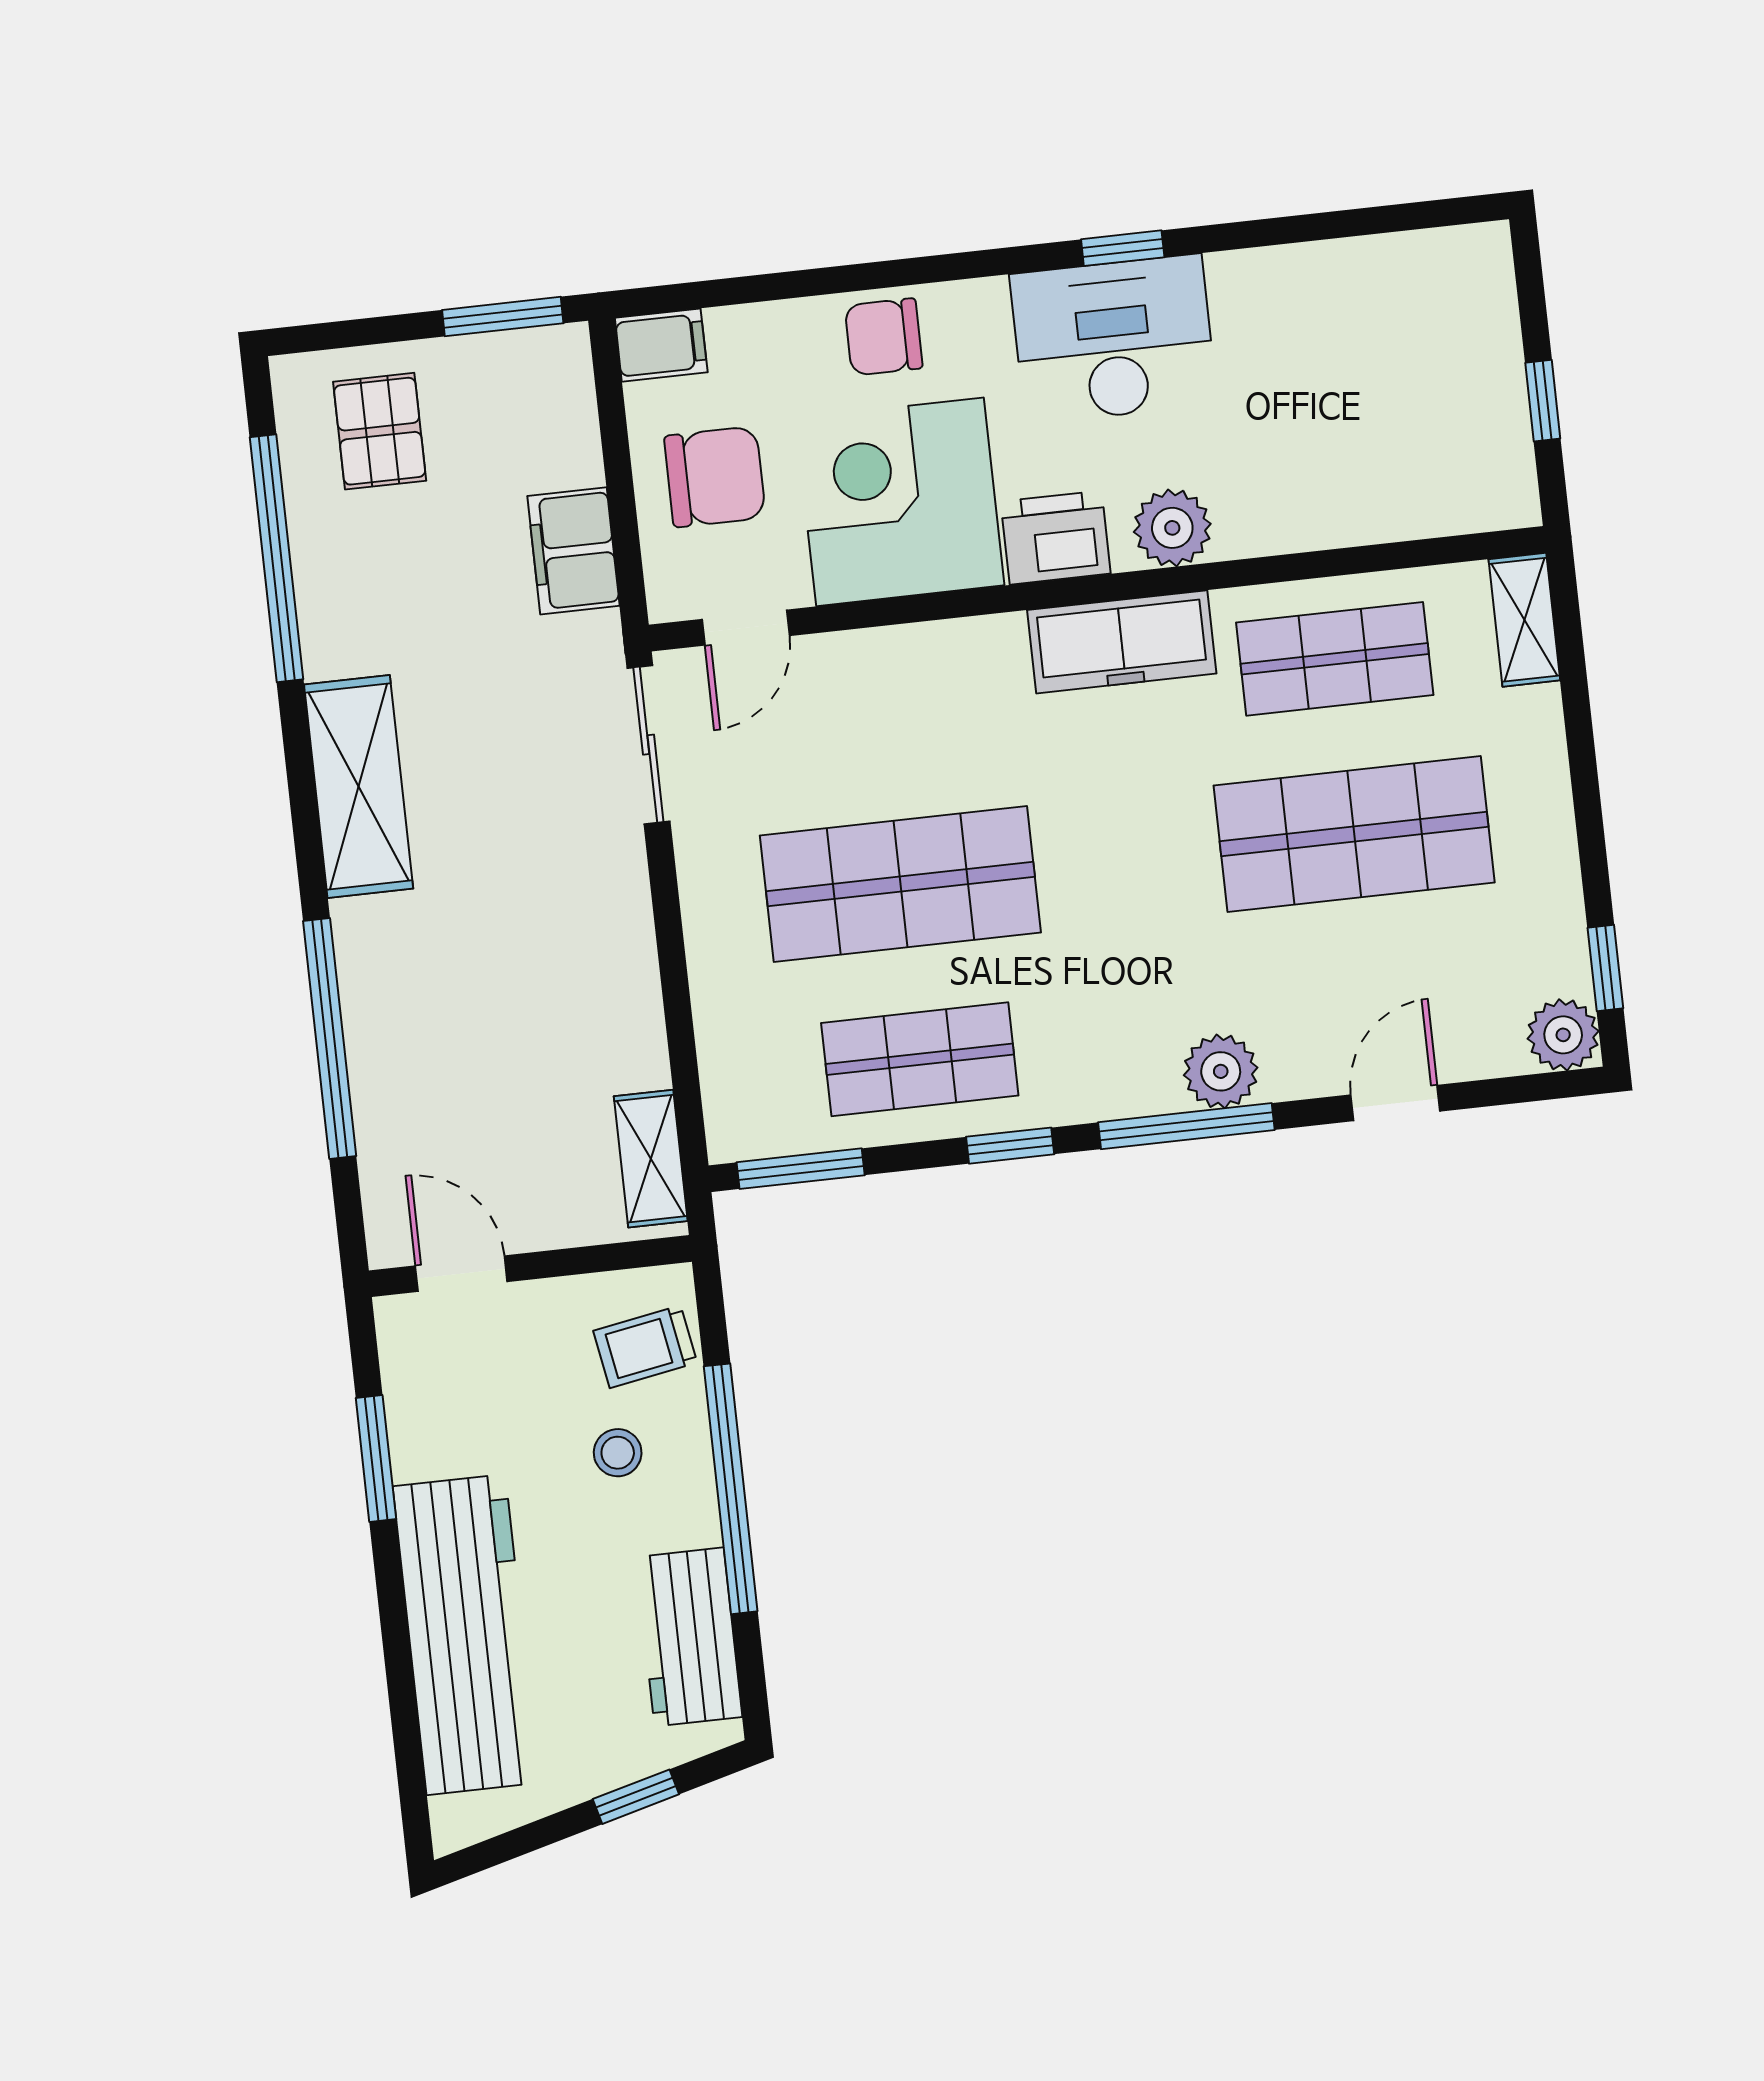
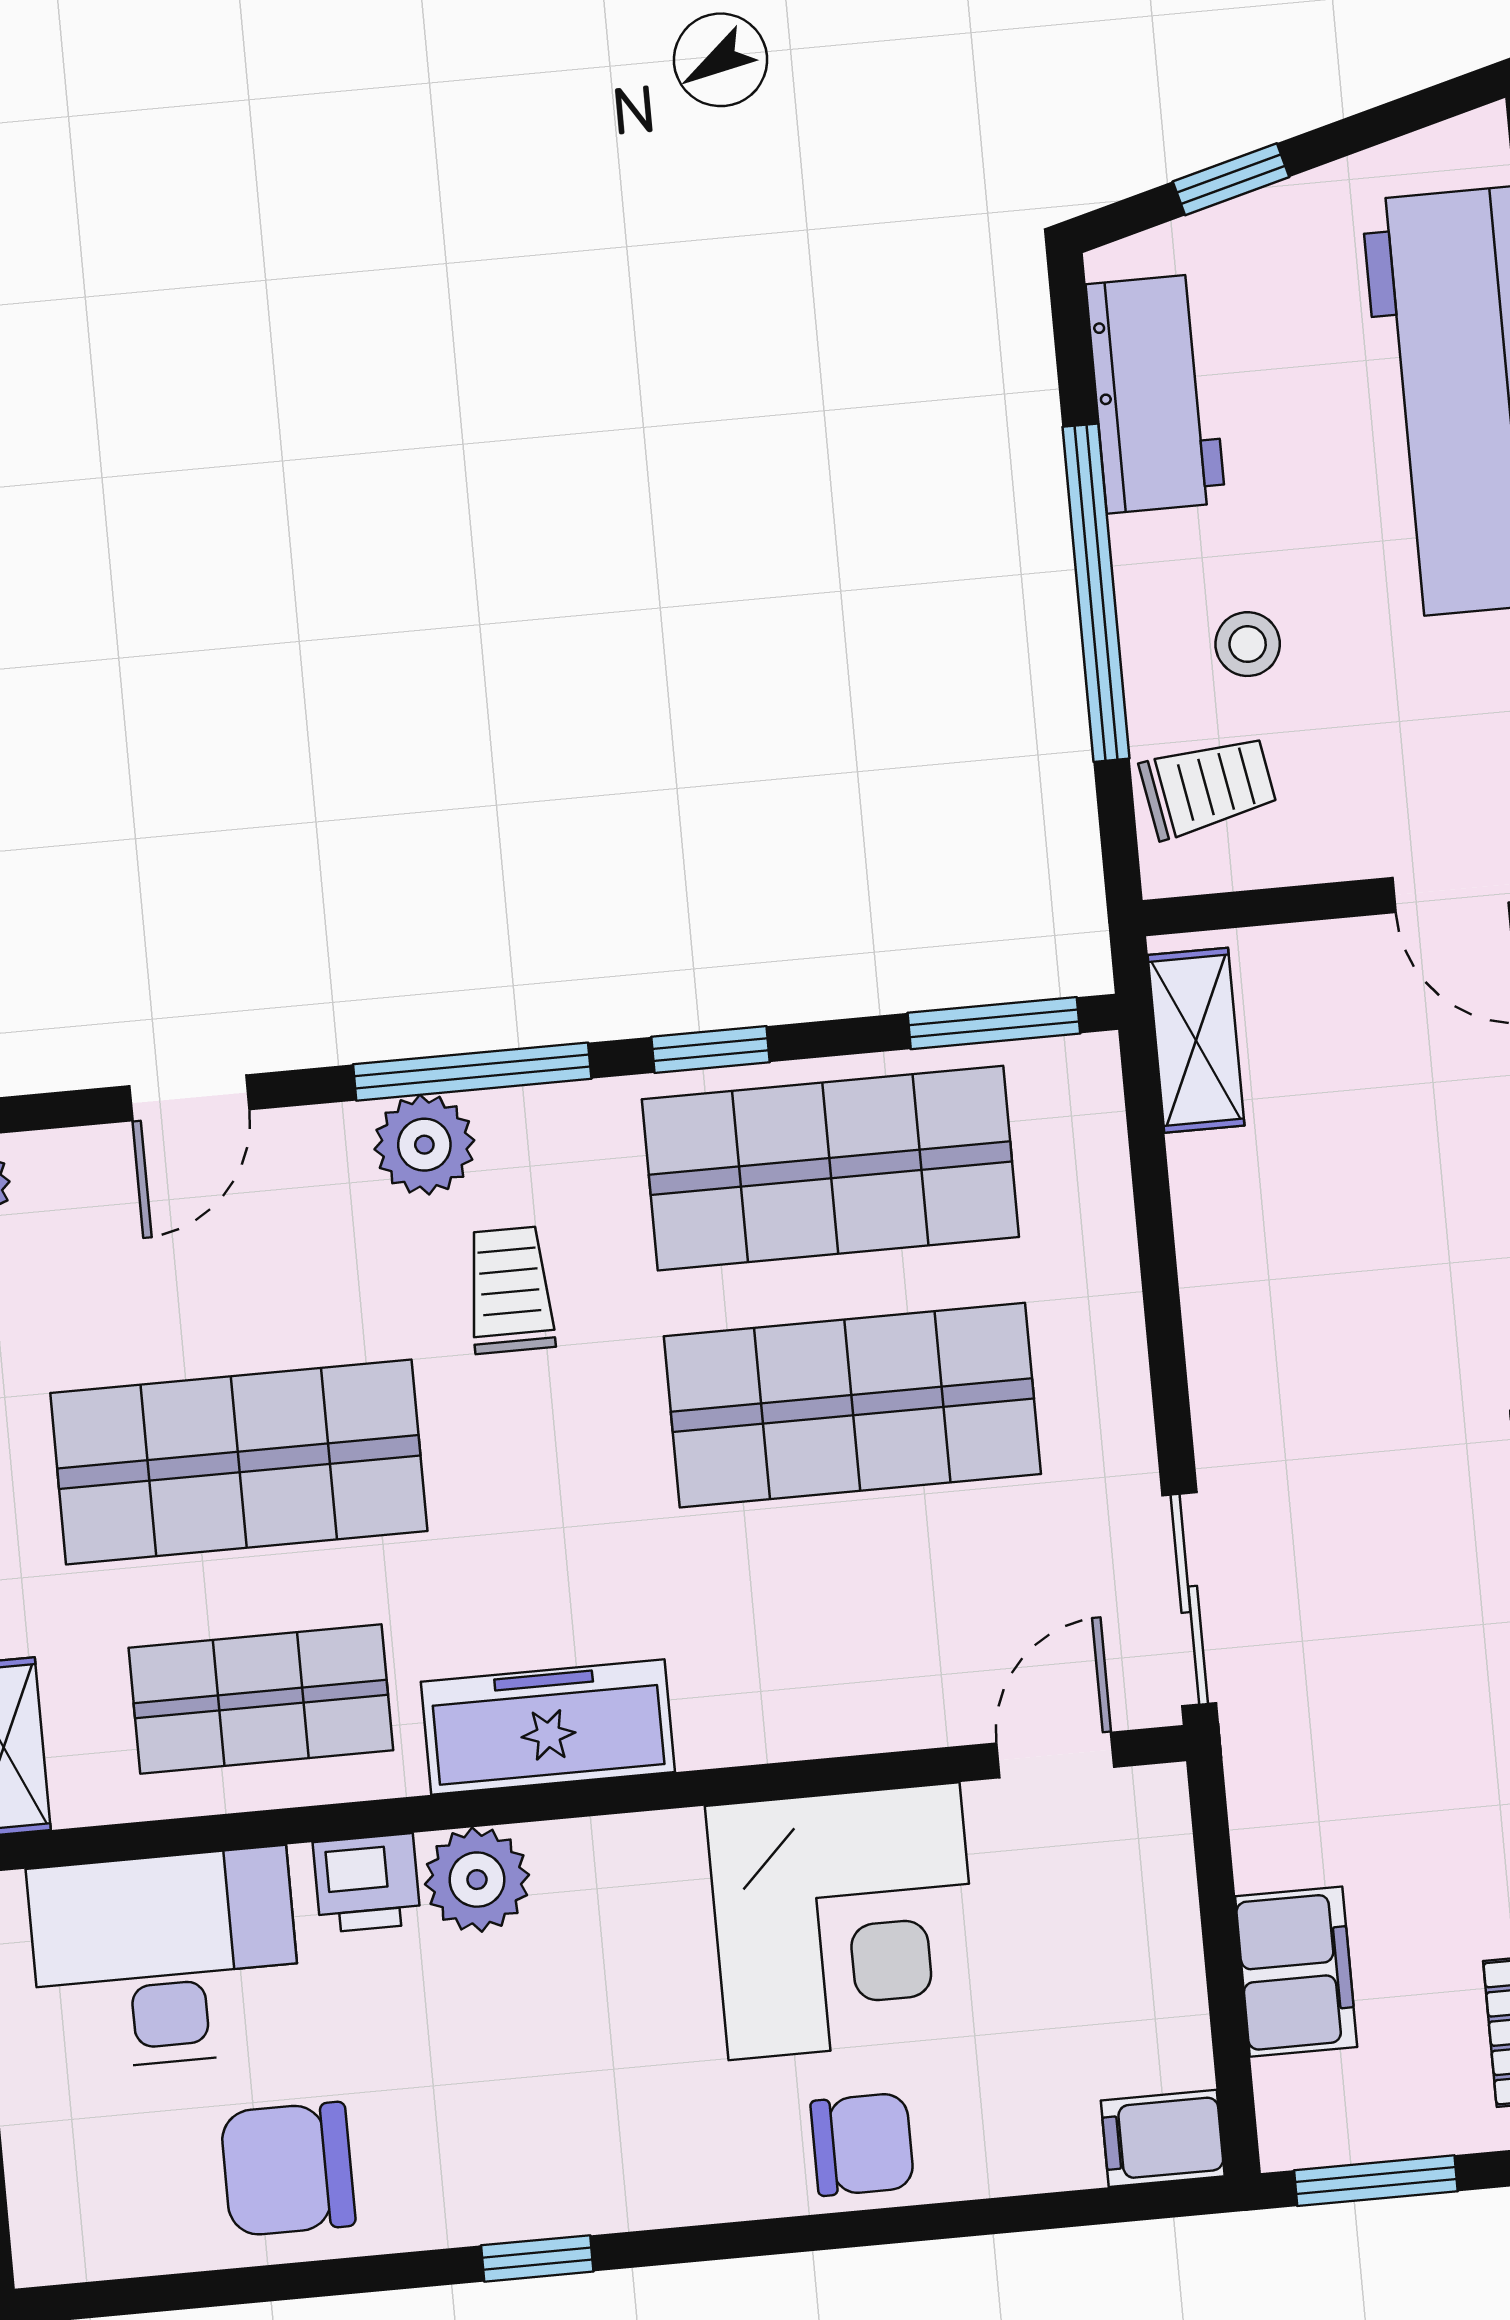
desk: (1113, 339) -> (165, 1959), moved, turned 180
chair: (715, 477) -> (288, 2169), moved
printer: (1056, 538) -> (367, 1883), moved, width x0.73, depth x0.81
filing cabinet: (573, 551) -> (1296, 1972), moved
trolley: (1155, 965) -> (510, 1290), added
shop shelf: (920, 1059) -> (830, 1168), width x1.43, depth x1.36

